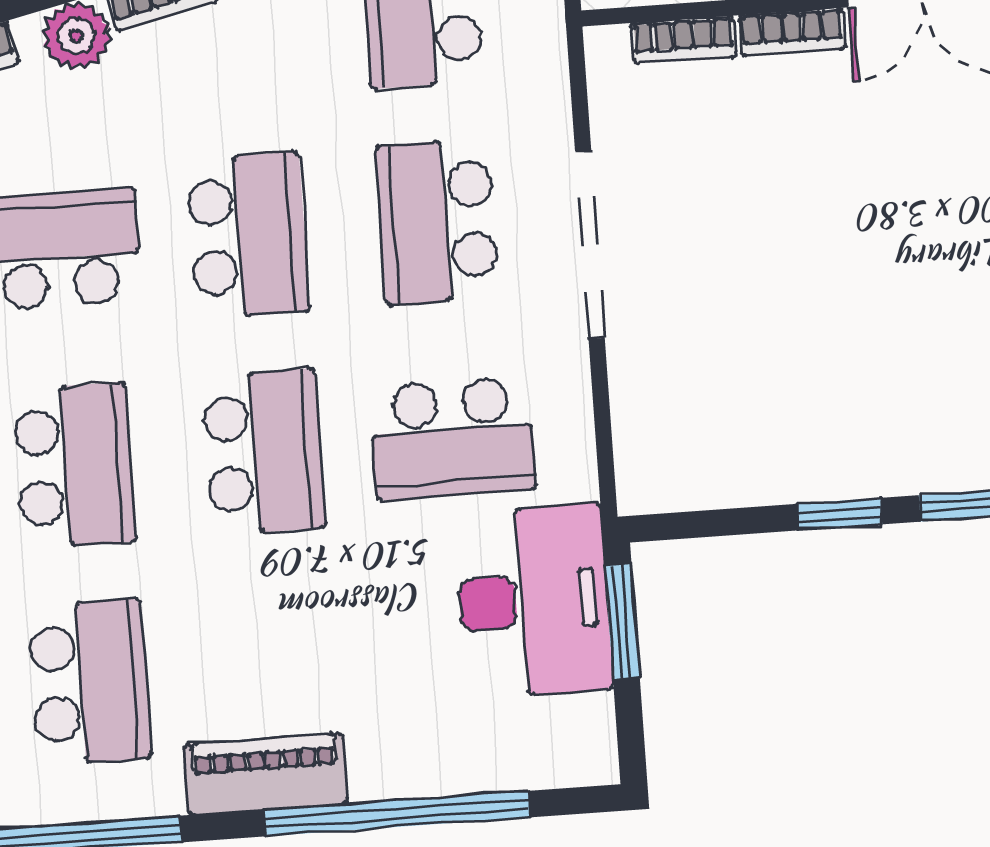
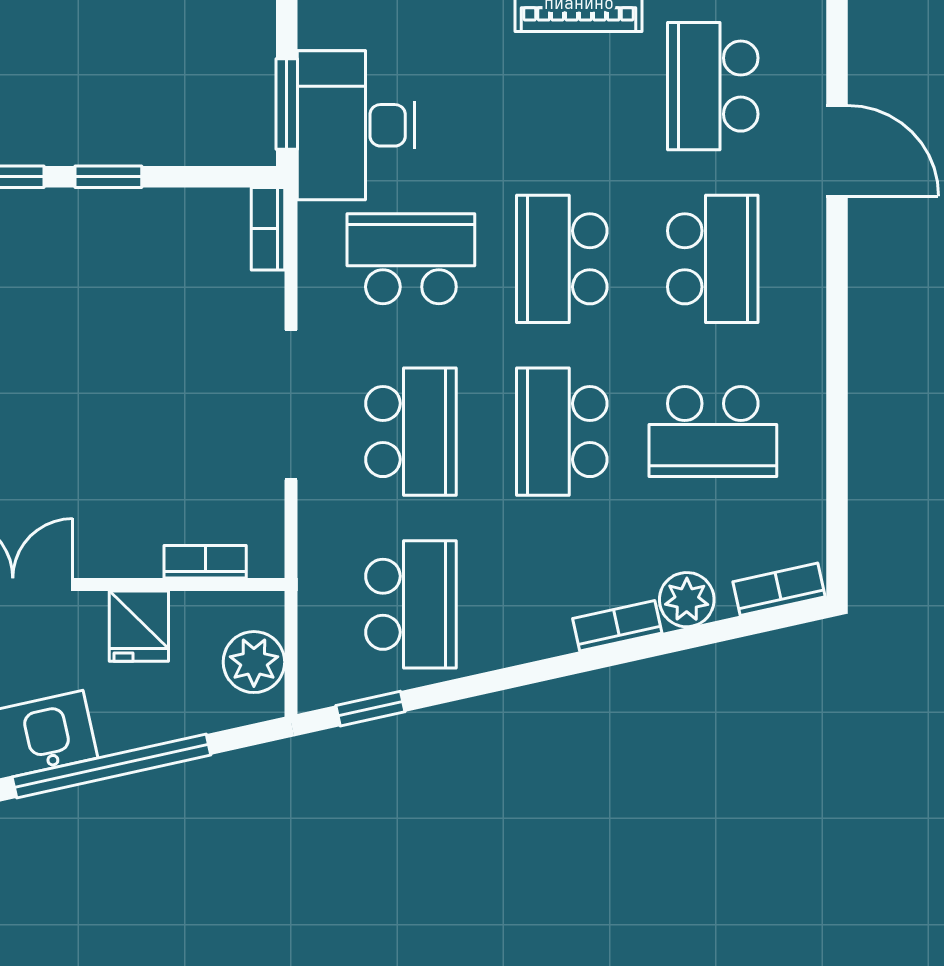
bookcase: (792, 32) -> (268, 229), moved, turned -90
school desk: (74, 466) -> (713, 259), turned 180

